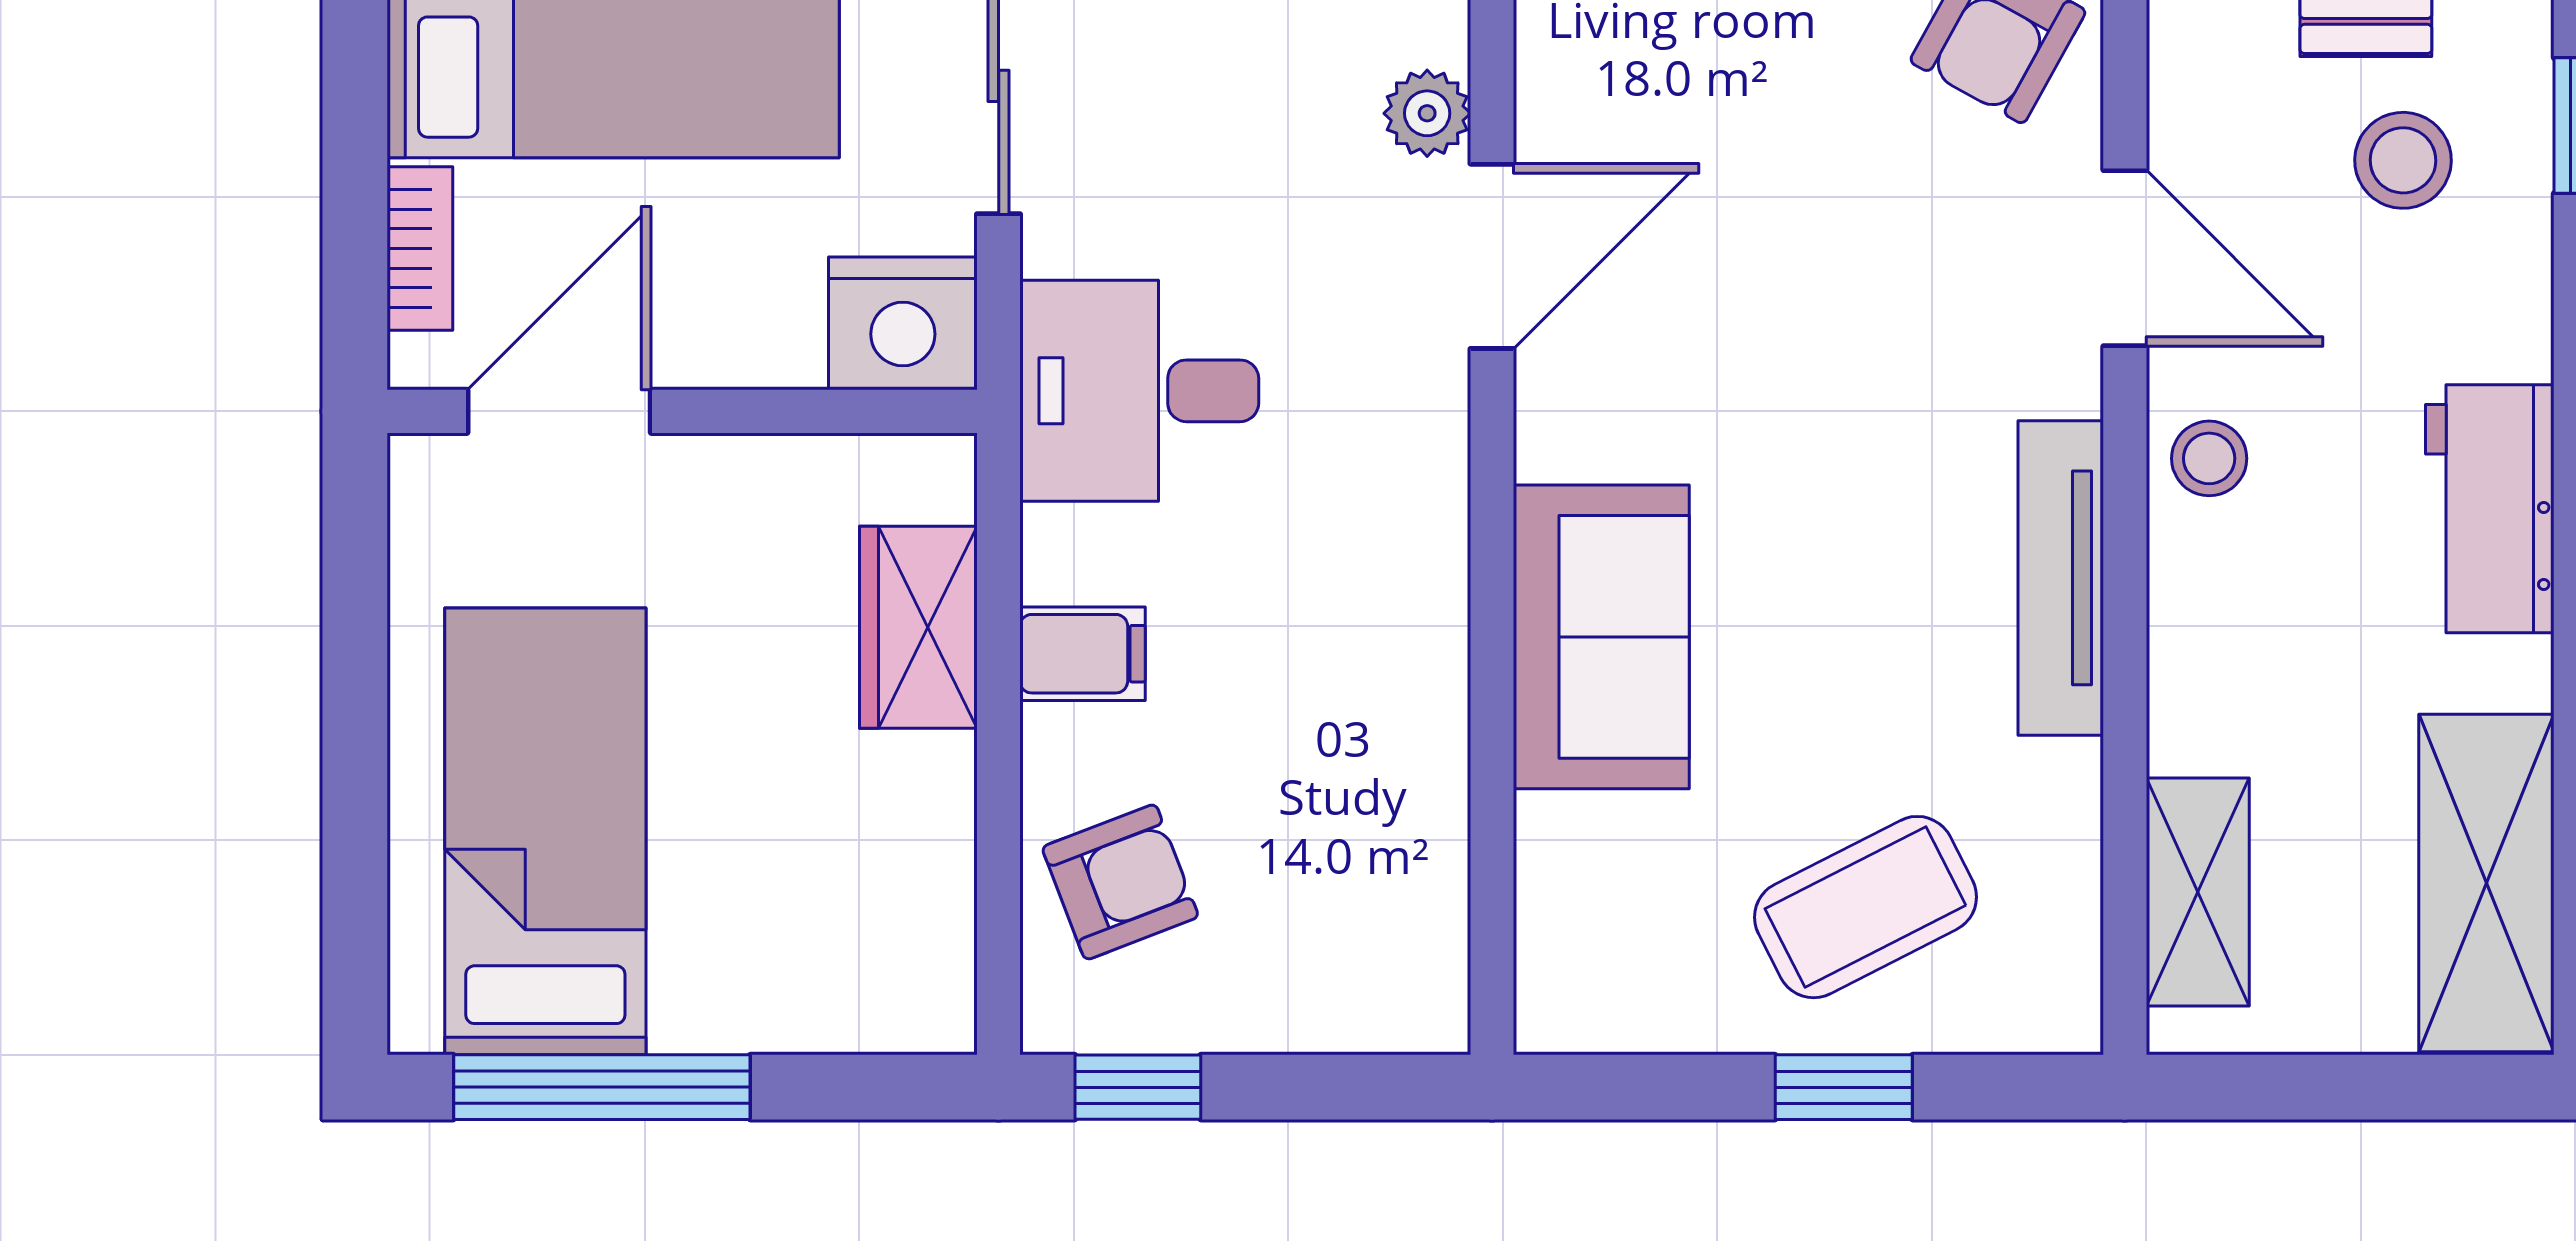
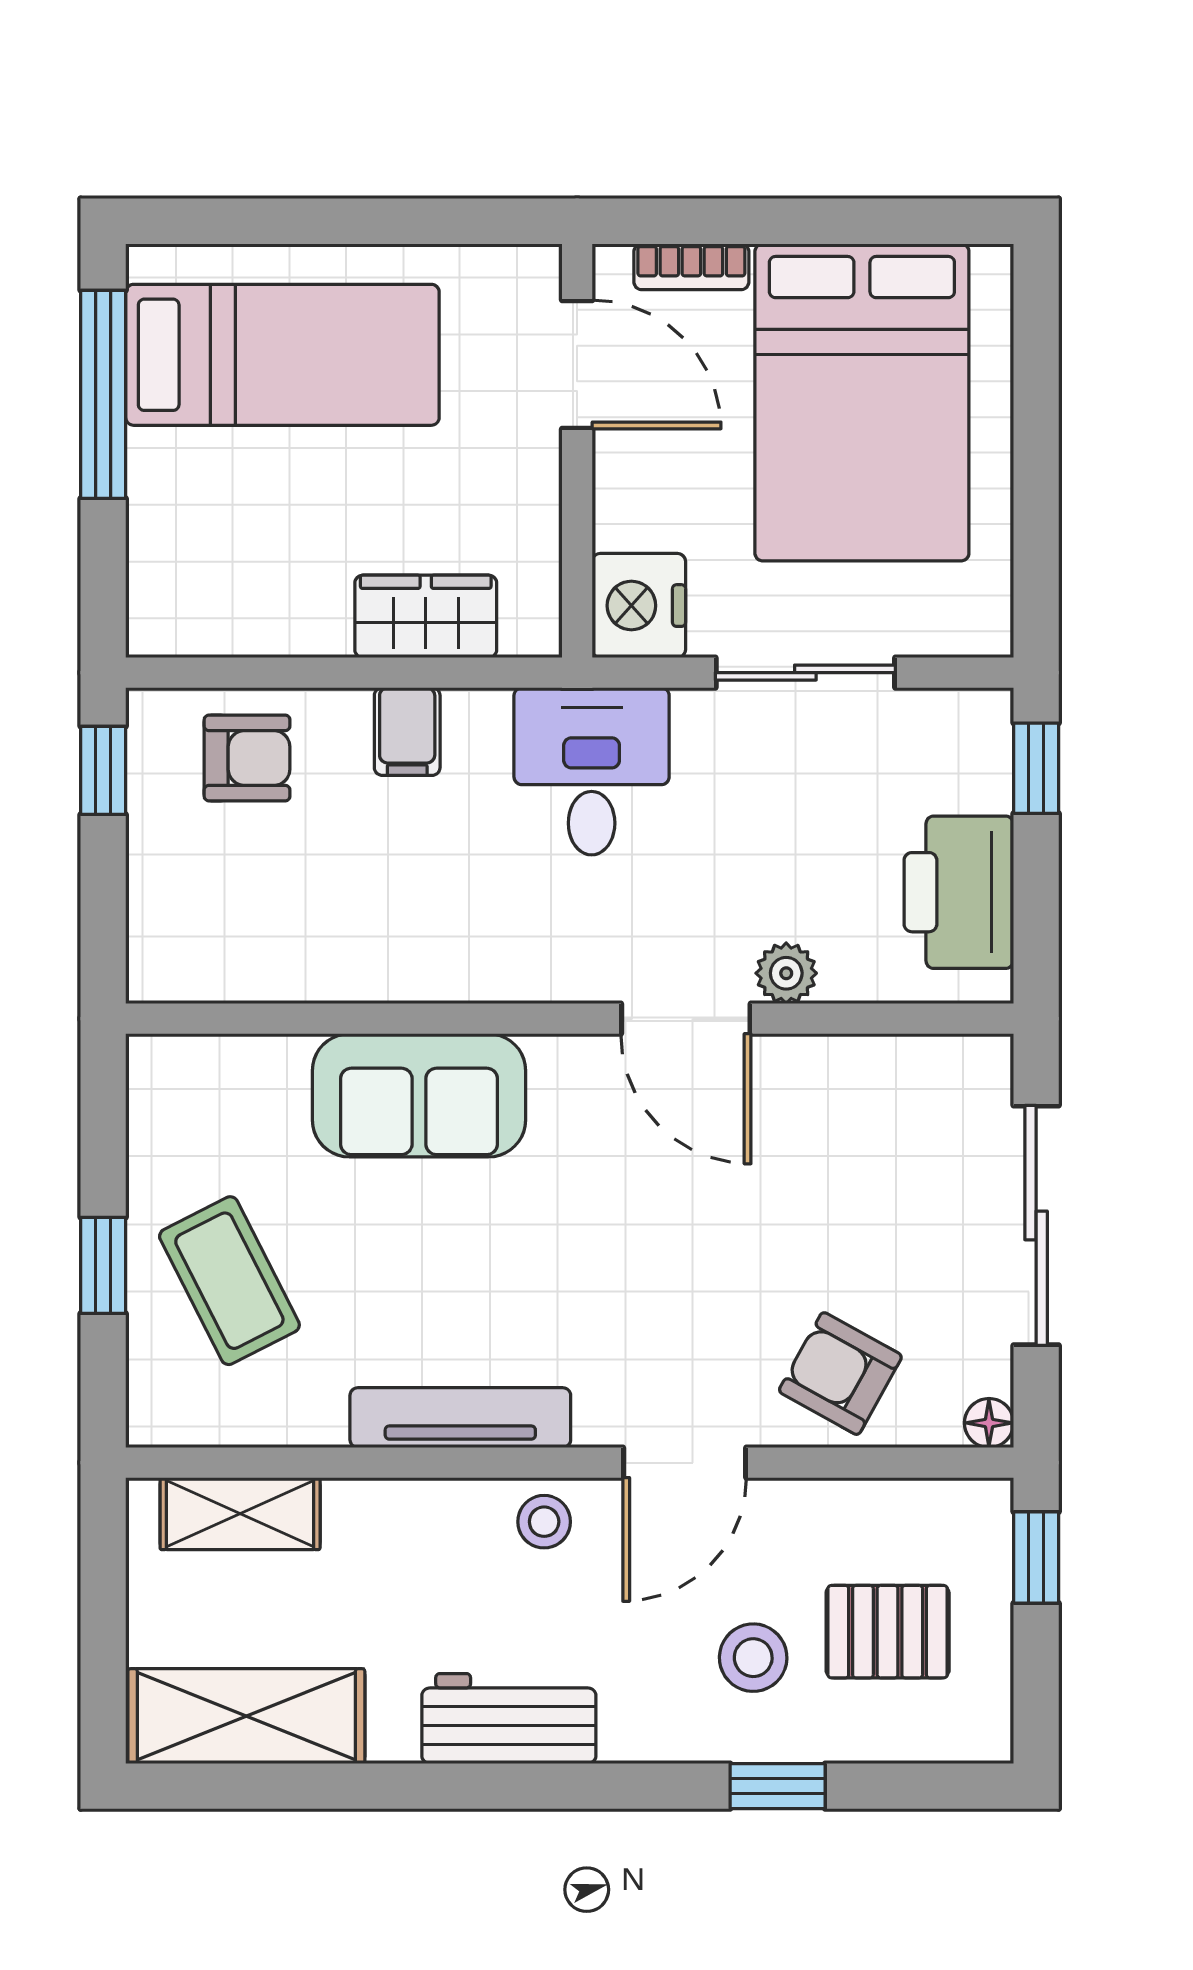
armchair: (1120, 882) -> (247, 758), turned -69

